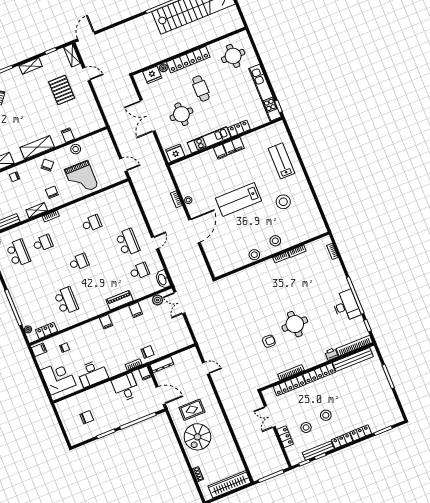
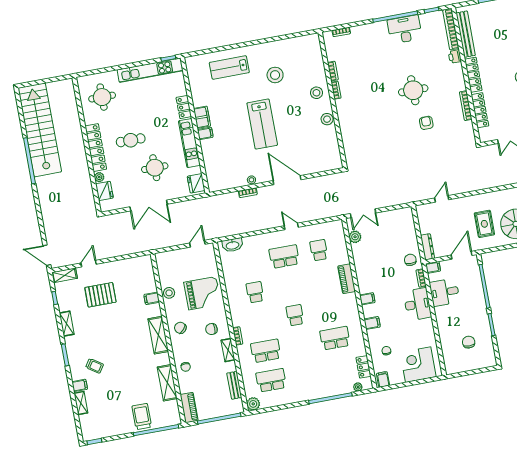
school desk: (43, 243) -> (266, 351), width x1.85
washbasin: (162, 279) -> (232, 245), moved
filing cabinet: (136, 310) -> (372, 323), moved
desk: (92, 373) -> (417, 304), moved

